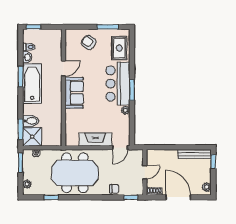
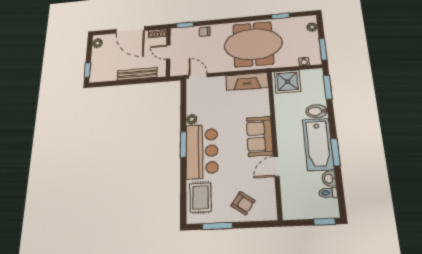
bidet: (31, 121) -> (317, 111), moved
shower: (32, 137) -> (288, 82), moved
fireplace: (95, 139) -> (247, 81), moved
door: (120, 148) -> (198, 76), hinge flipped
bench: (195, 154) -> (137, 74), moved
door: (145, 172) -> (168, 52), hinge flipped

